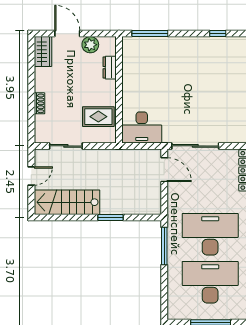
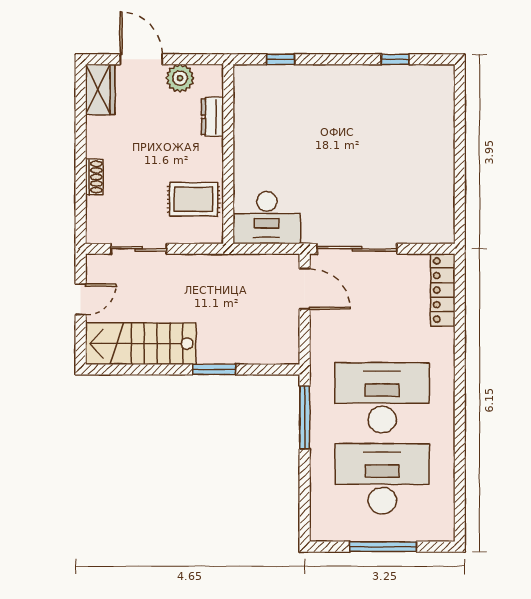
window: (150, 34) -> (280, 59), width x0.46

